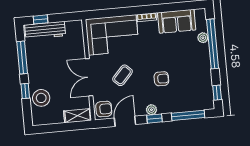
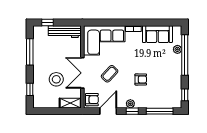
workbench: (45, 30) -> (65, 32), moved
window: (25, 91) -> (30, 89), moved
stool: (41, 98) -> (56, 79), moved

